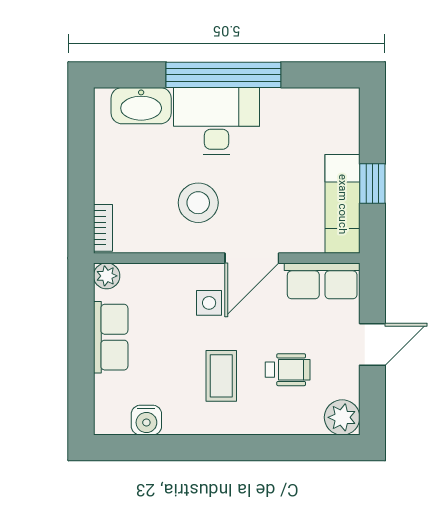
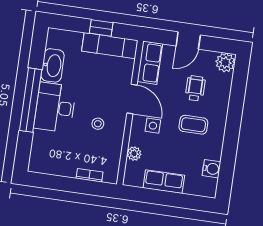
washbasin: (141, 106) -> (53, 65), moved
stool: (198, 203) -> (98, 124), width x0.53, depth x0.53
bookcase: (103, 228) -> (90, 175), moved
plant: (107, 276) -> (134, 154), moved
door: (372, 344) -> (188, 40), swing flipped

